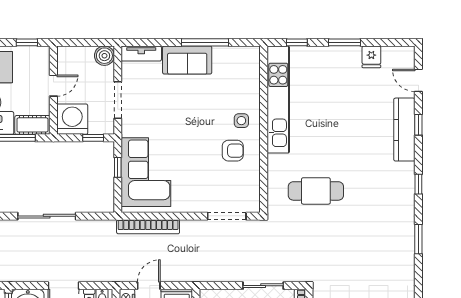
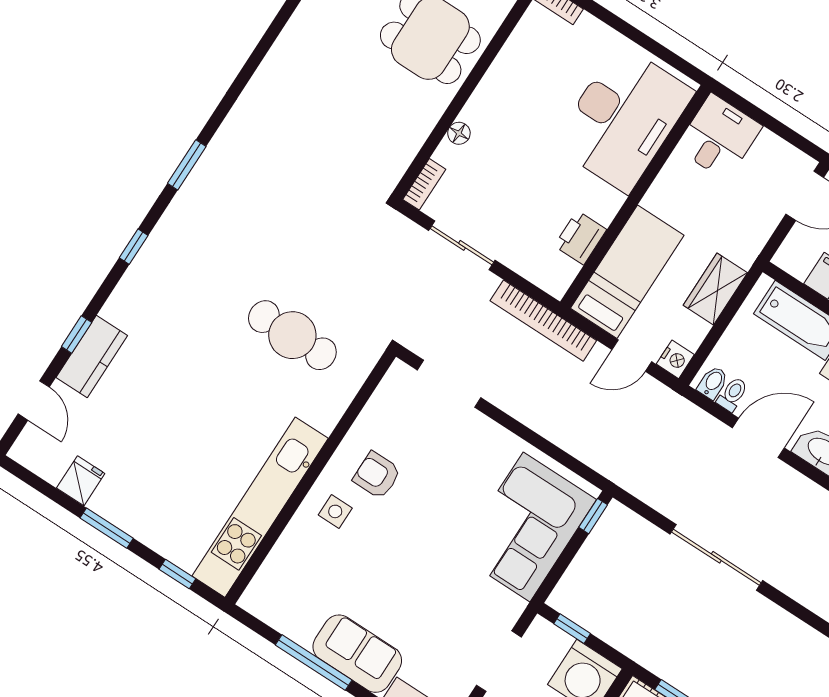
kitchen counter: (404, 130) -> (92, 357), width x0.67
window: (118, 167) -> (593, 516), moved
bookcase: (148, 227) -> (543, 321), moved, turned 180

